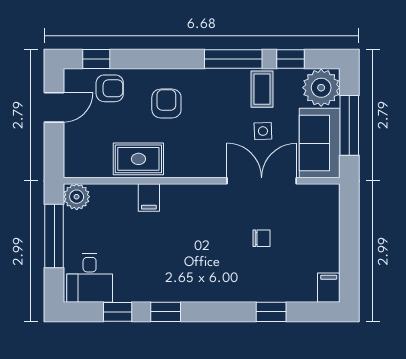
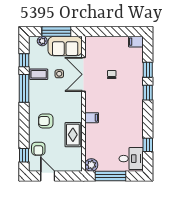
armchair: (110, 88) -> (38, 149), turned 180
plant: (321, 88) -> (42, 41), width x0.53, depth x0.53
filing cabinet: (149, 197) -> (92, 118), moved
window: (166, 312) -> (148, 93), moved

